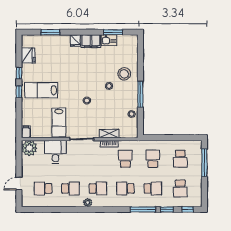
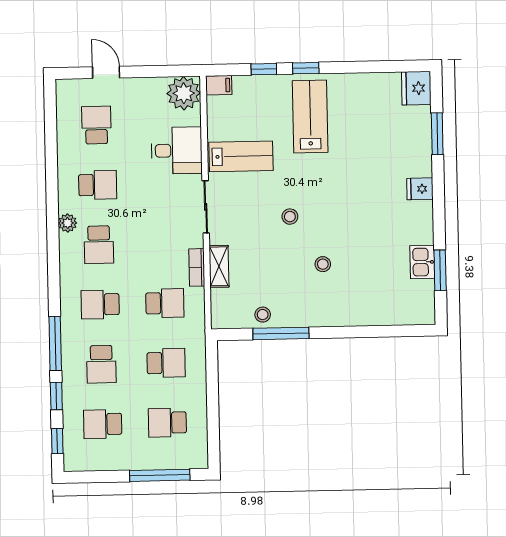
filing cabinet: (91, 41) -> (419, 223), removed
fridge: (28, 55) -> (416, 88), moved, turned 90
window: (19, 73) -> (264, 69), moved
stool: (124, 74) -> (350, 297), removed
window: (140, 94) -> (281, 333), moved
lab bench: (59, 122) -> (241, 156), turned 180
school desk: (70, 188) -> (98, 185), turned -90
school desk: (125, 188) -> (100, 304), turned -90

